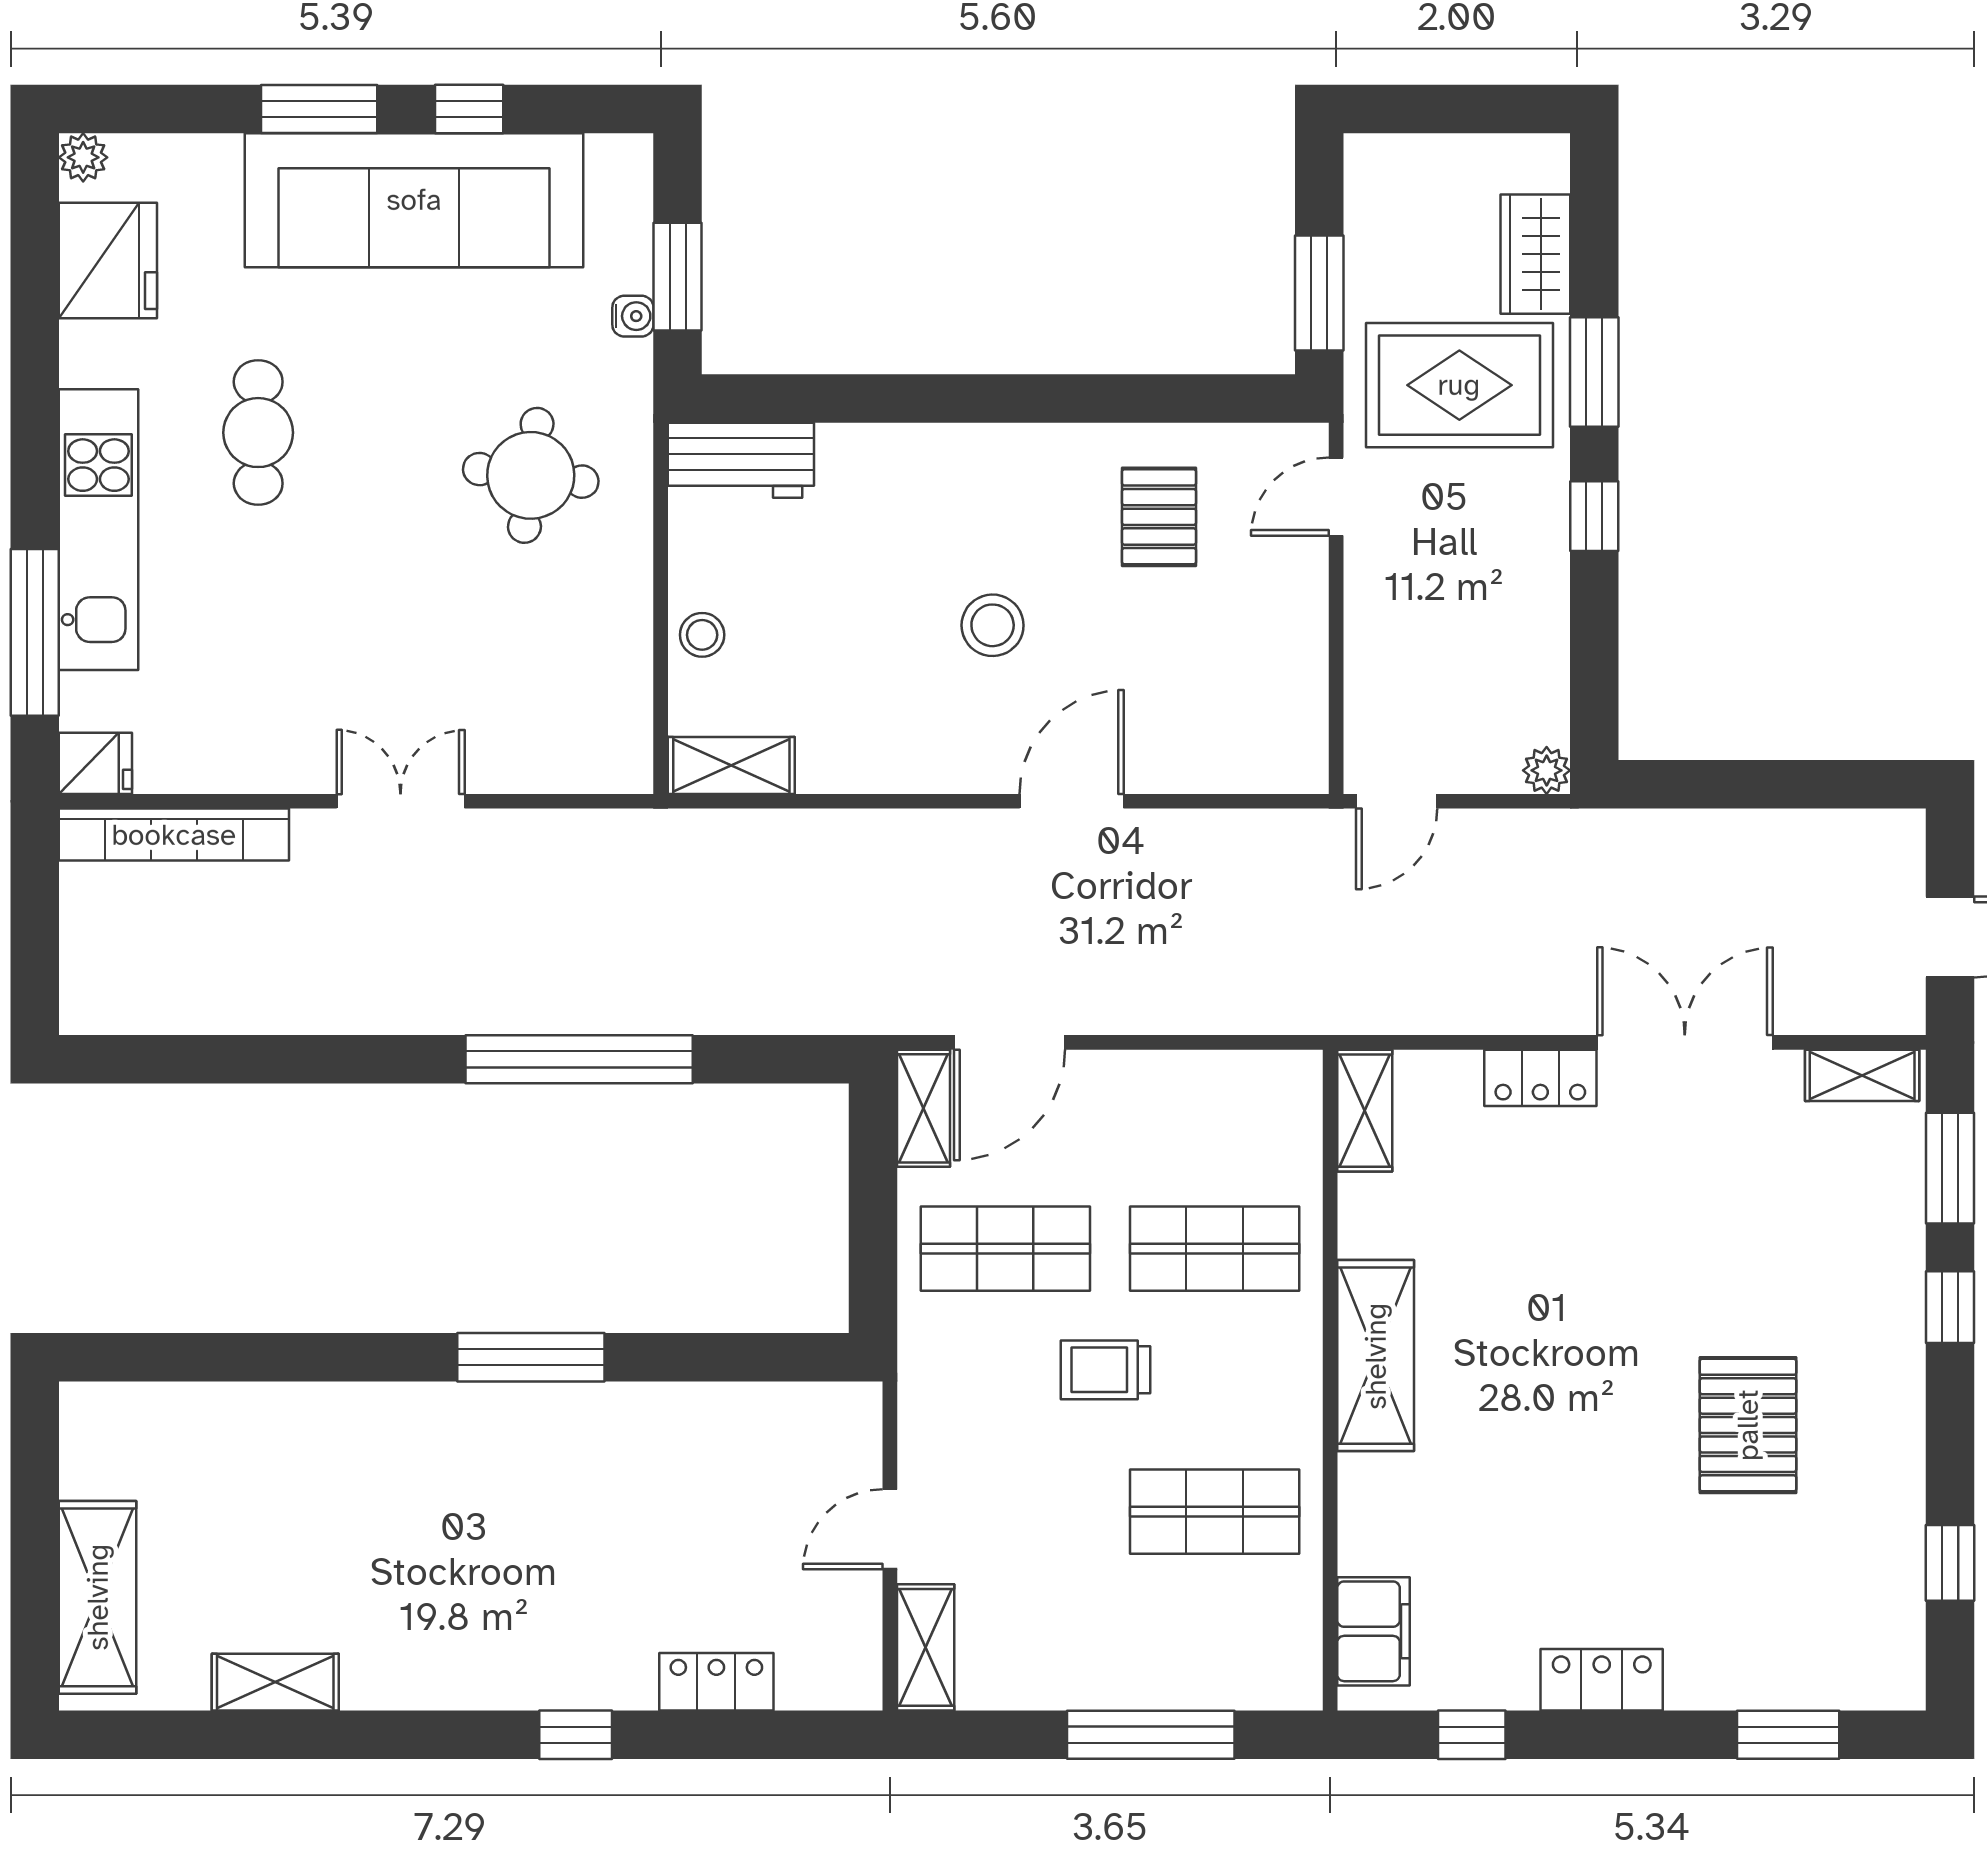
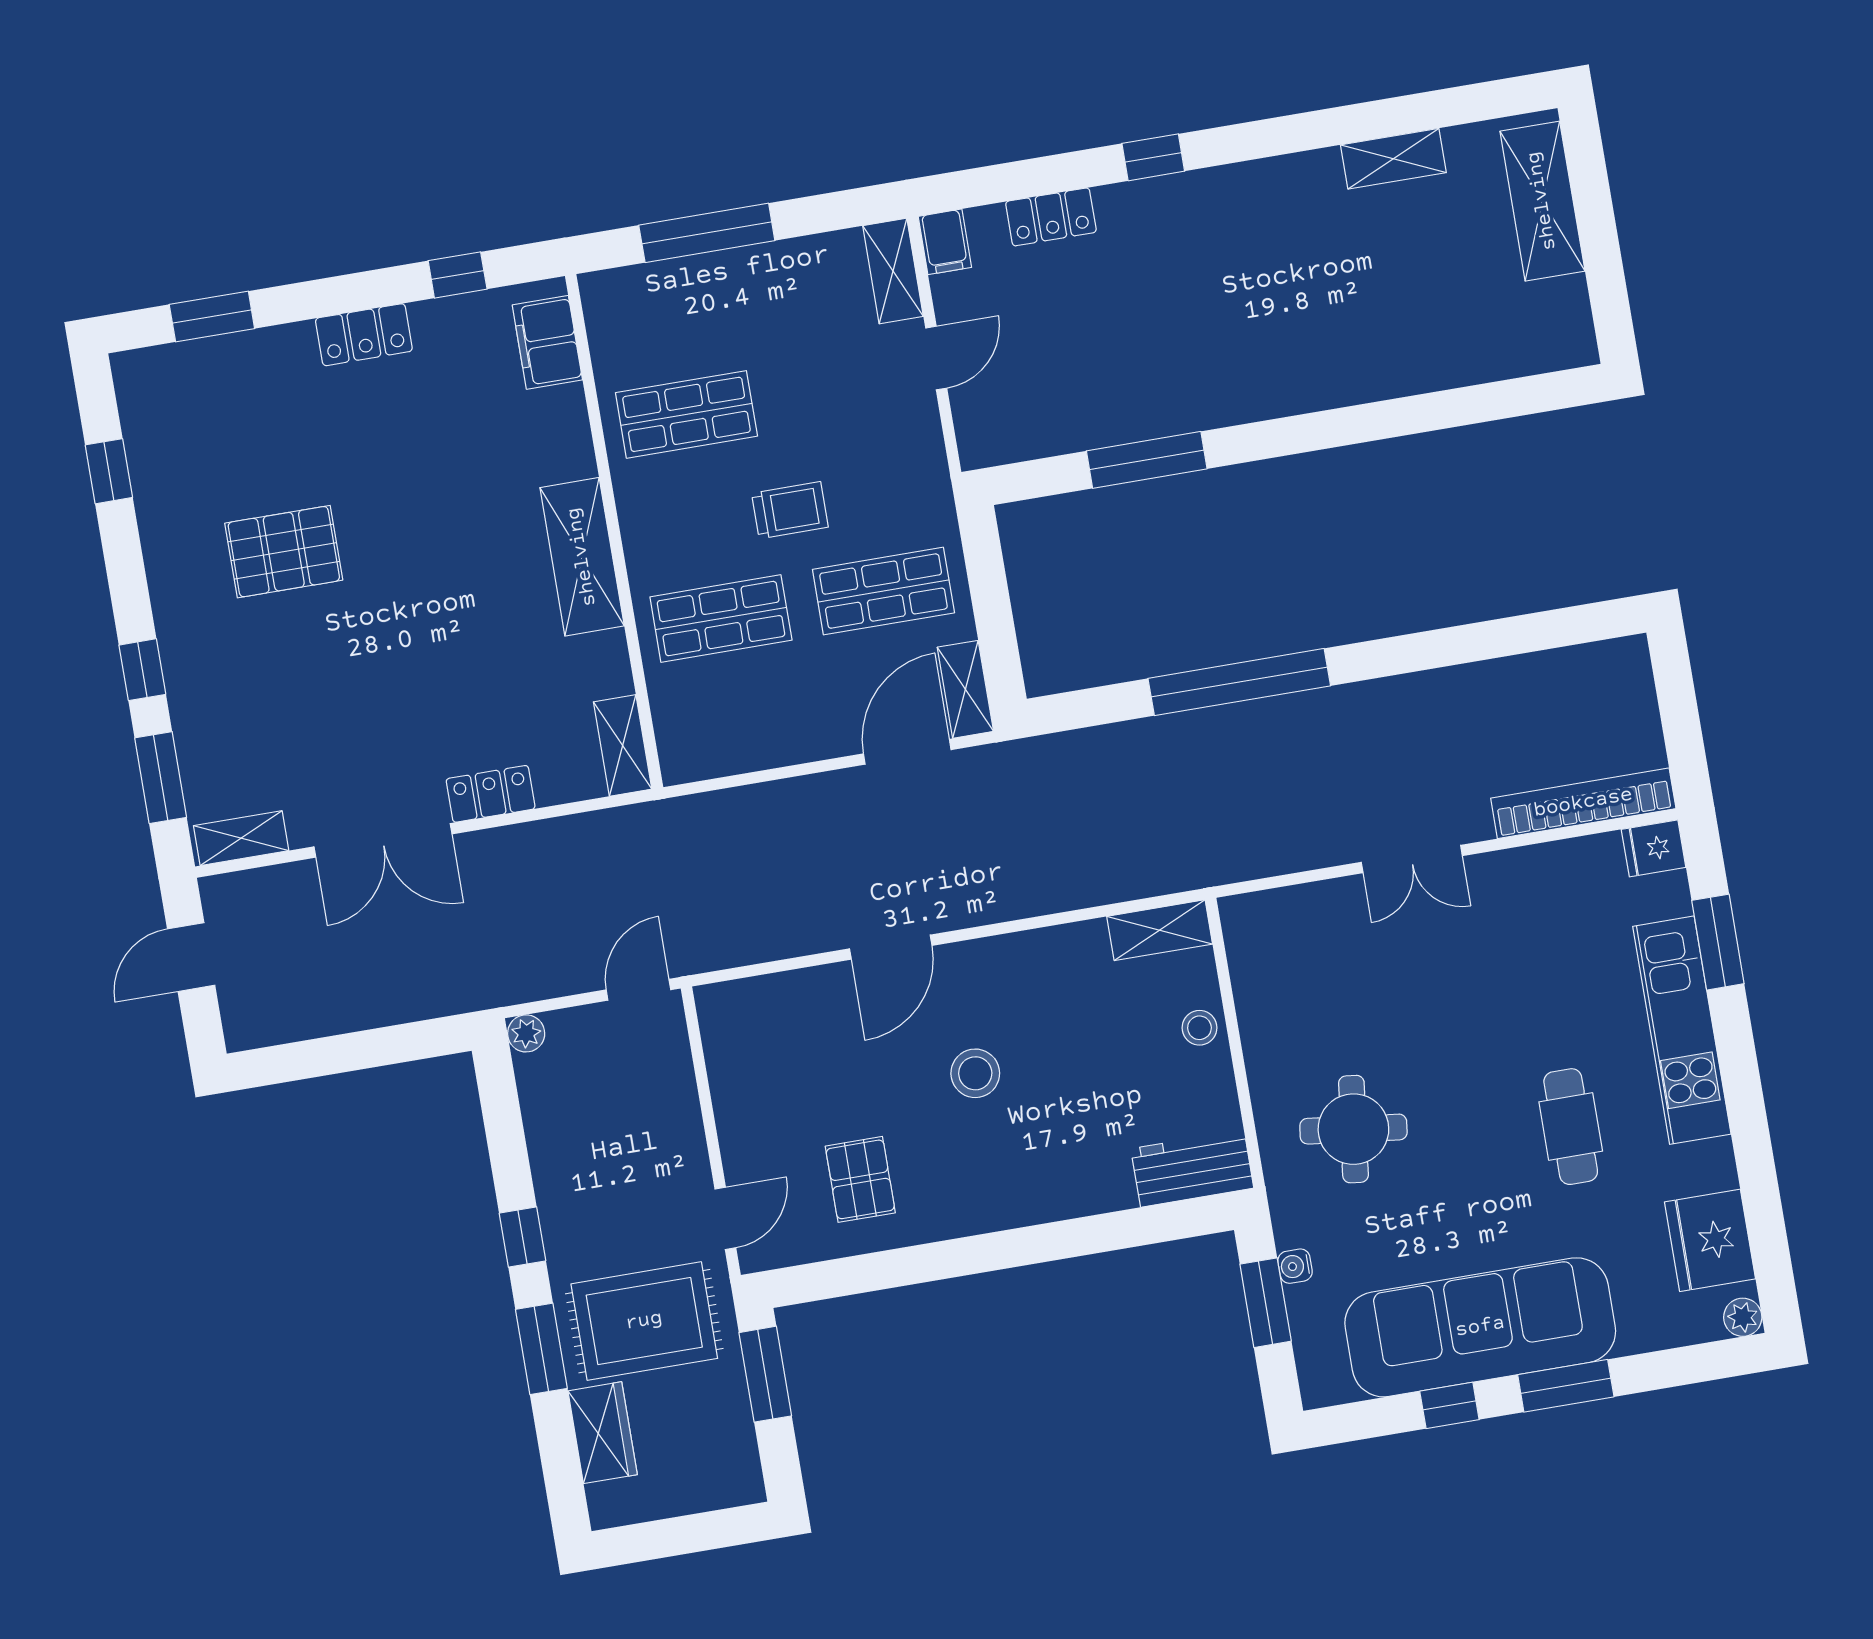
window: (35, 632) -> (1718, 942), width x0.69
window: (531, 1357) -> (1147, 460), moved
pallet: (1748, 1425) -> (284, 552), turned 90
filing cabinet: (854, 1673) -> (945, 242), added

